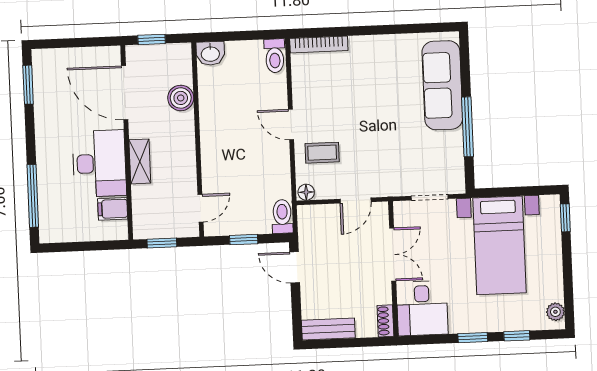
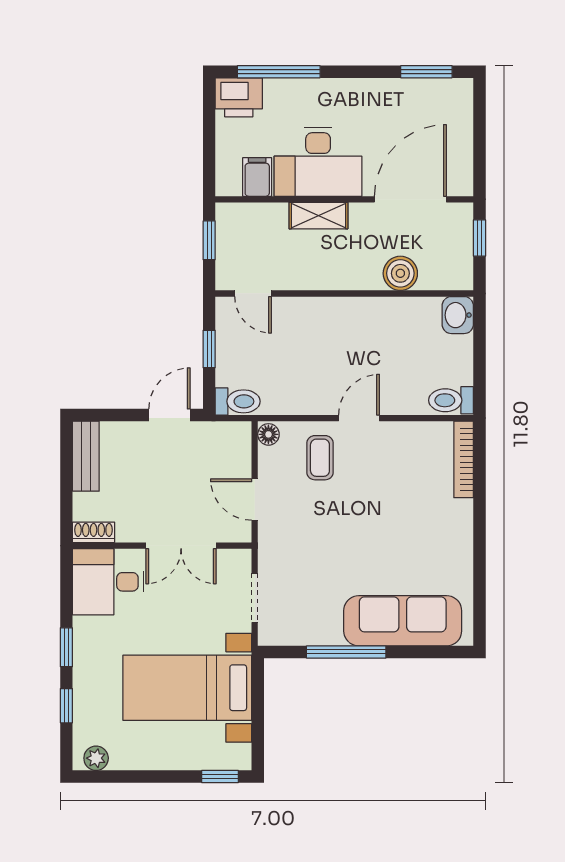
printer: (53, 225) -> (239, 97), added

